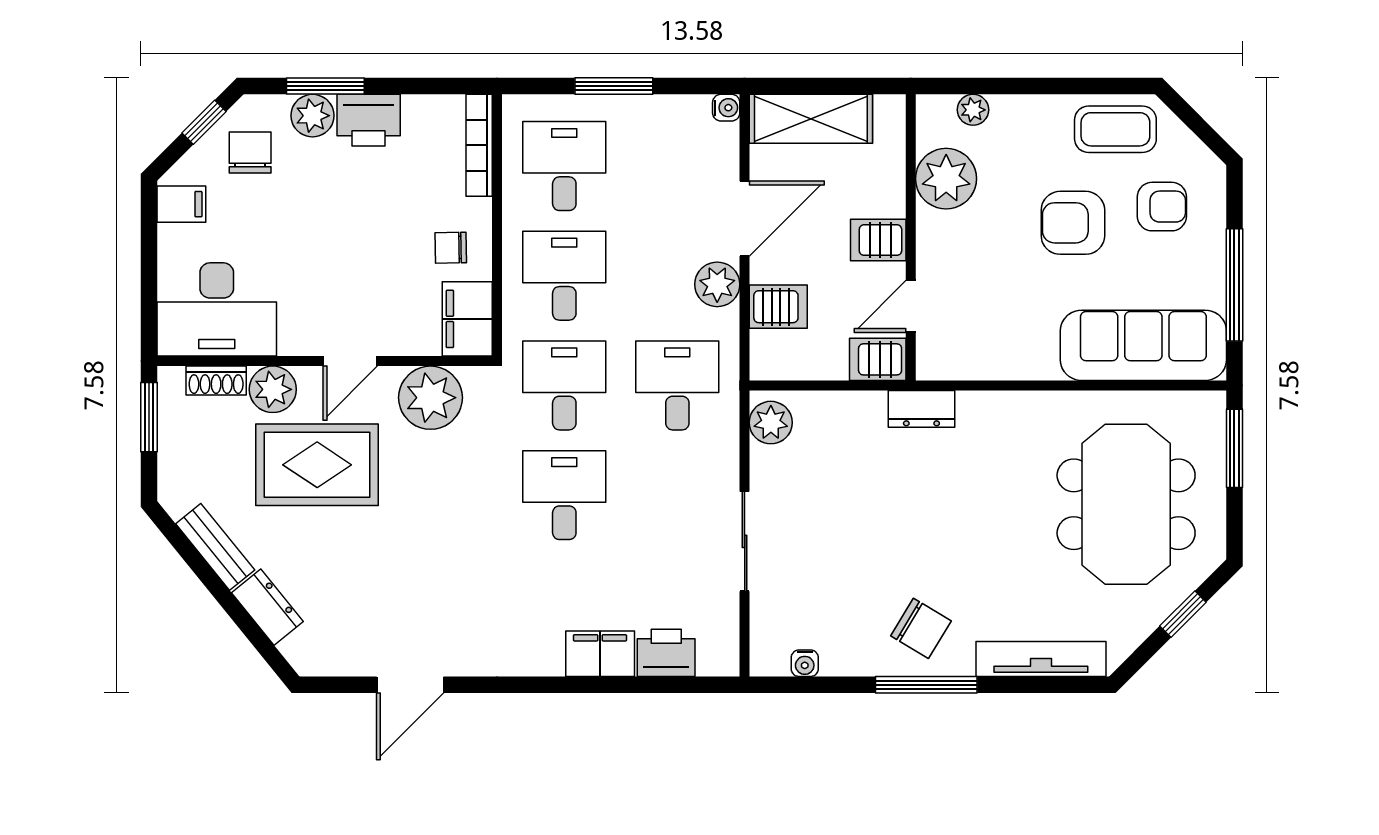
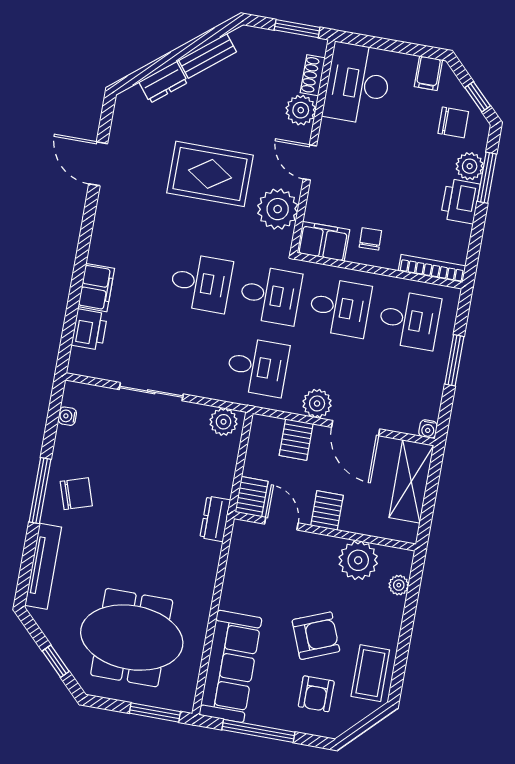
armchair: (1073, 223) -> (316, 636), turned 68
rug: (317, 465) -> (210, 174), moved, turned 90
chair: (921, 628) -> (76, 494), turned -139

